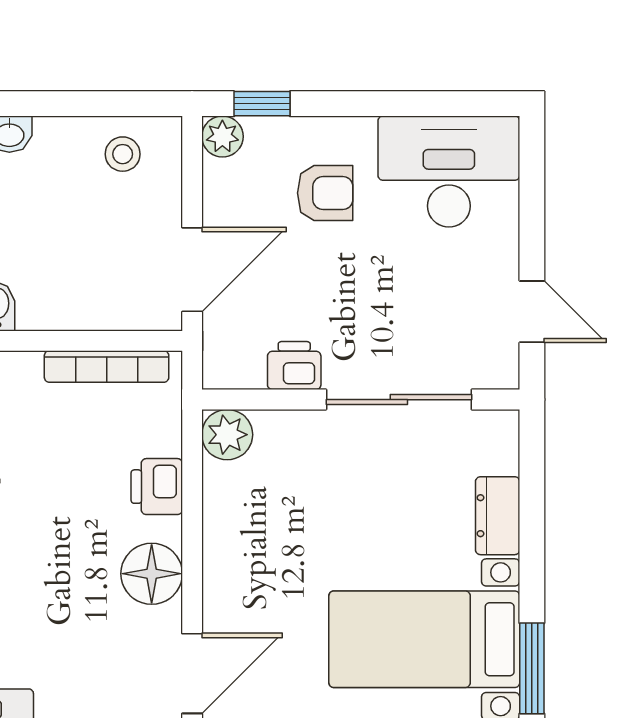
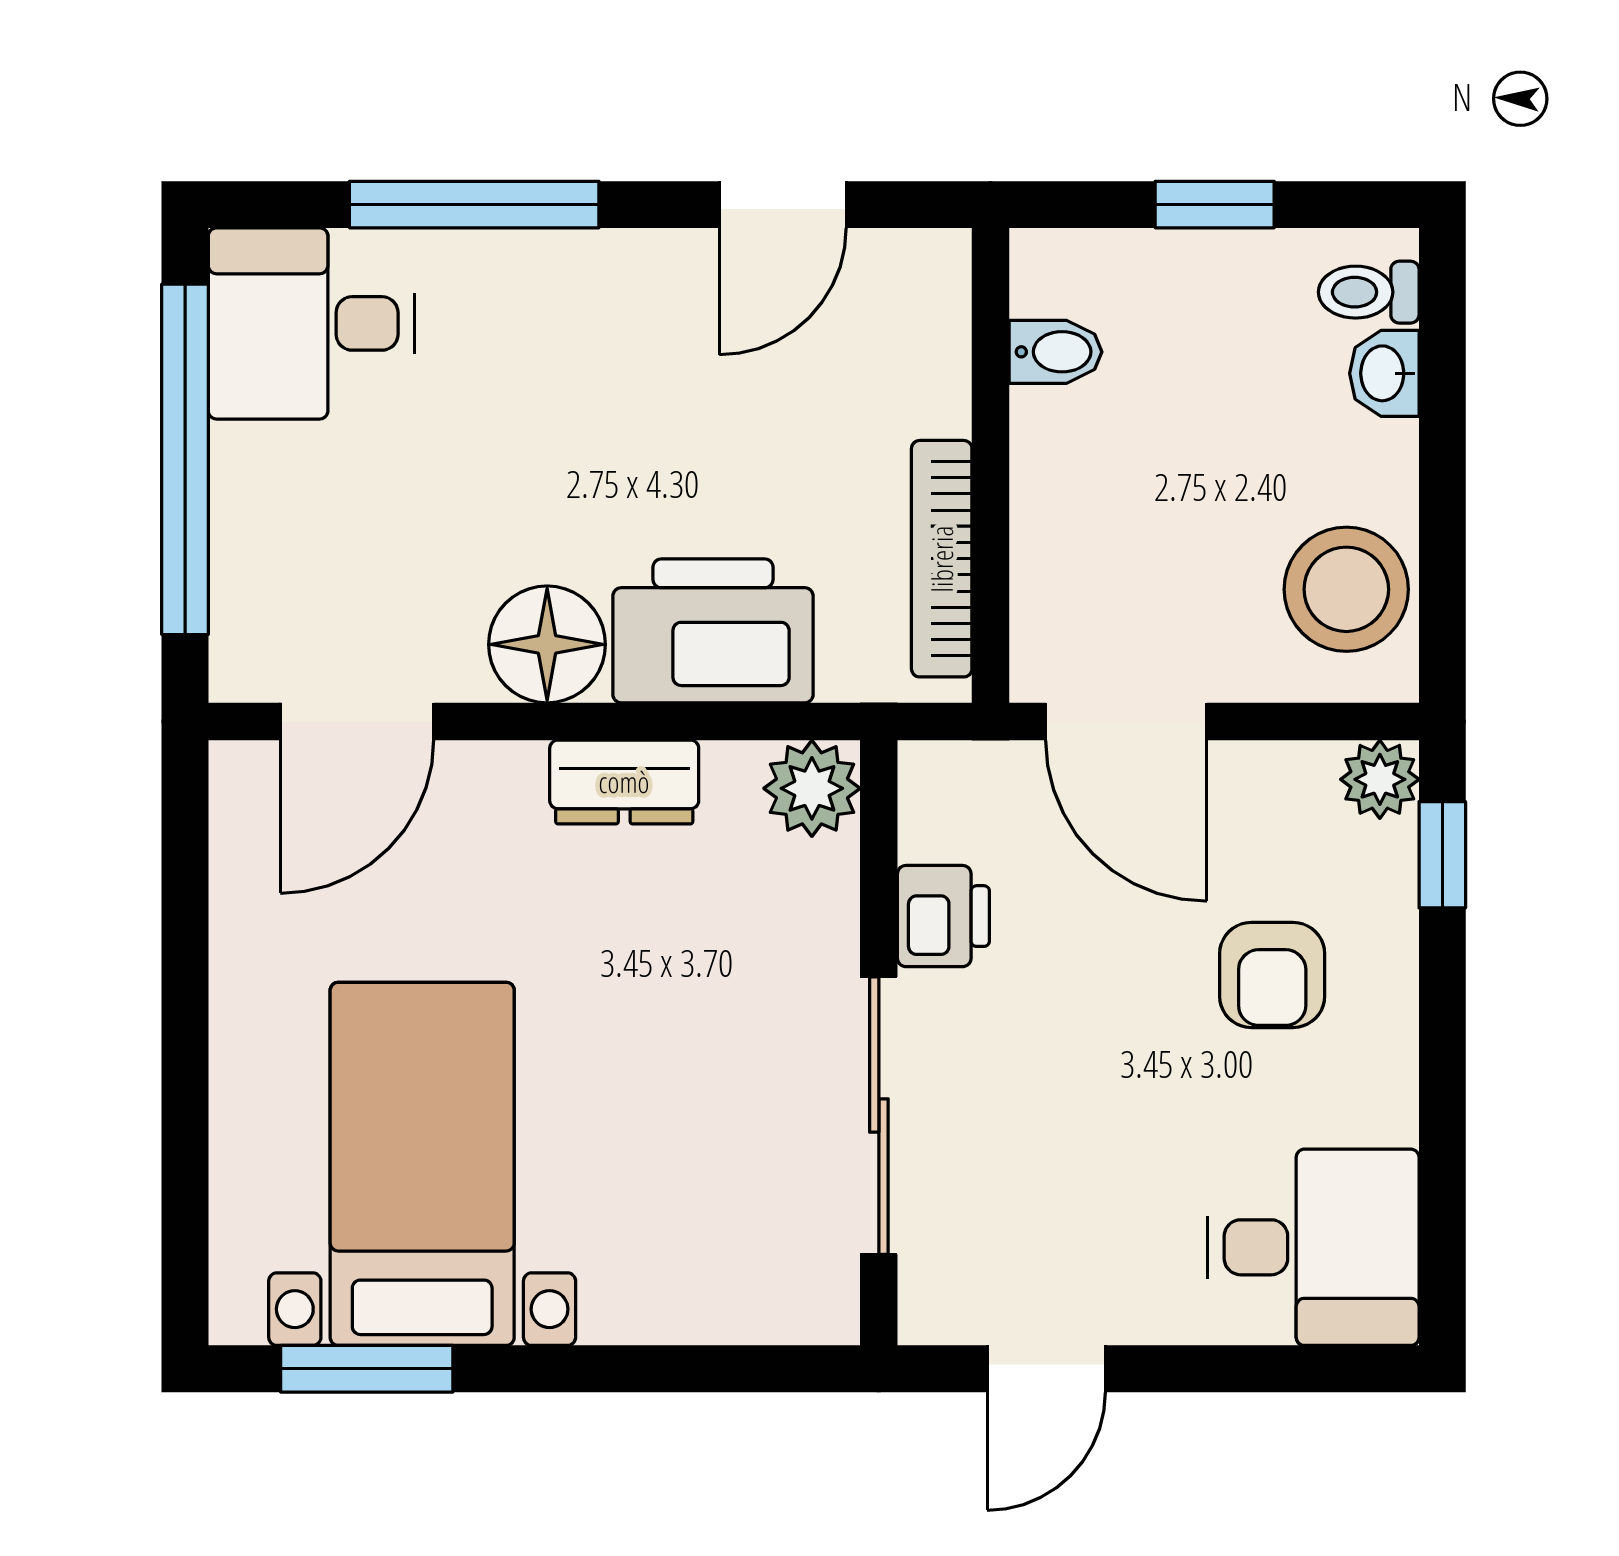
stool: (123, 154) -> (1346, 589), width x1.89, depth x1.89
desk: (449, 171) -> (1313, 1247), width x0.73
printer: (157, 487) -> (713, 631), width x1.87, depth x1.48
dresser: (498, 516) -> (624, 782), moved, turned 180
door: (192, 673) -> (357, 721), hinge flipped

